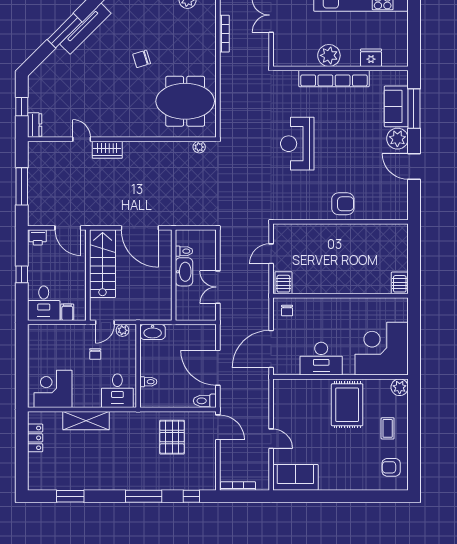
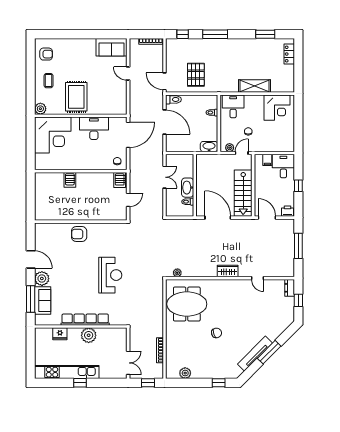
wardrobe: (107, 150) -> (228, 271), moved
server rack: (400, 283) -> (70, 180), moved
locker: (35, 438) -> (289, 54), moved

